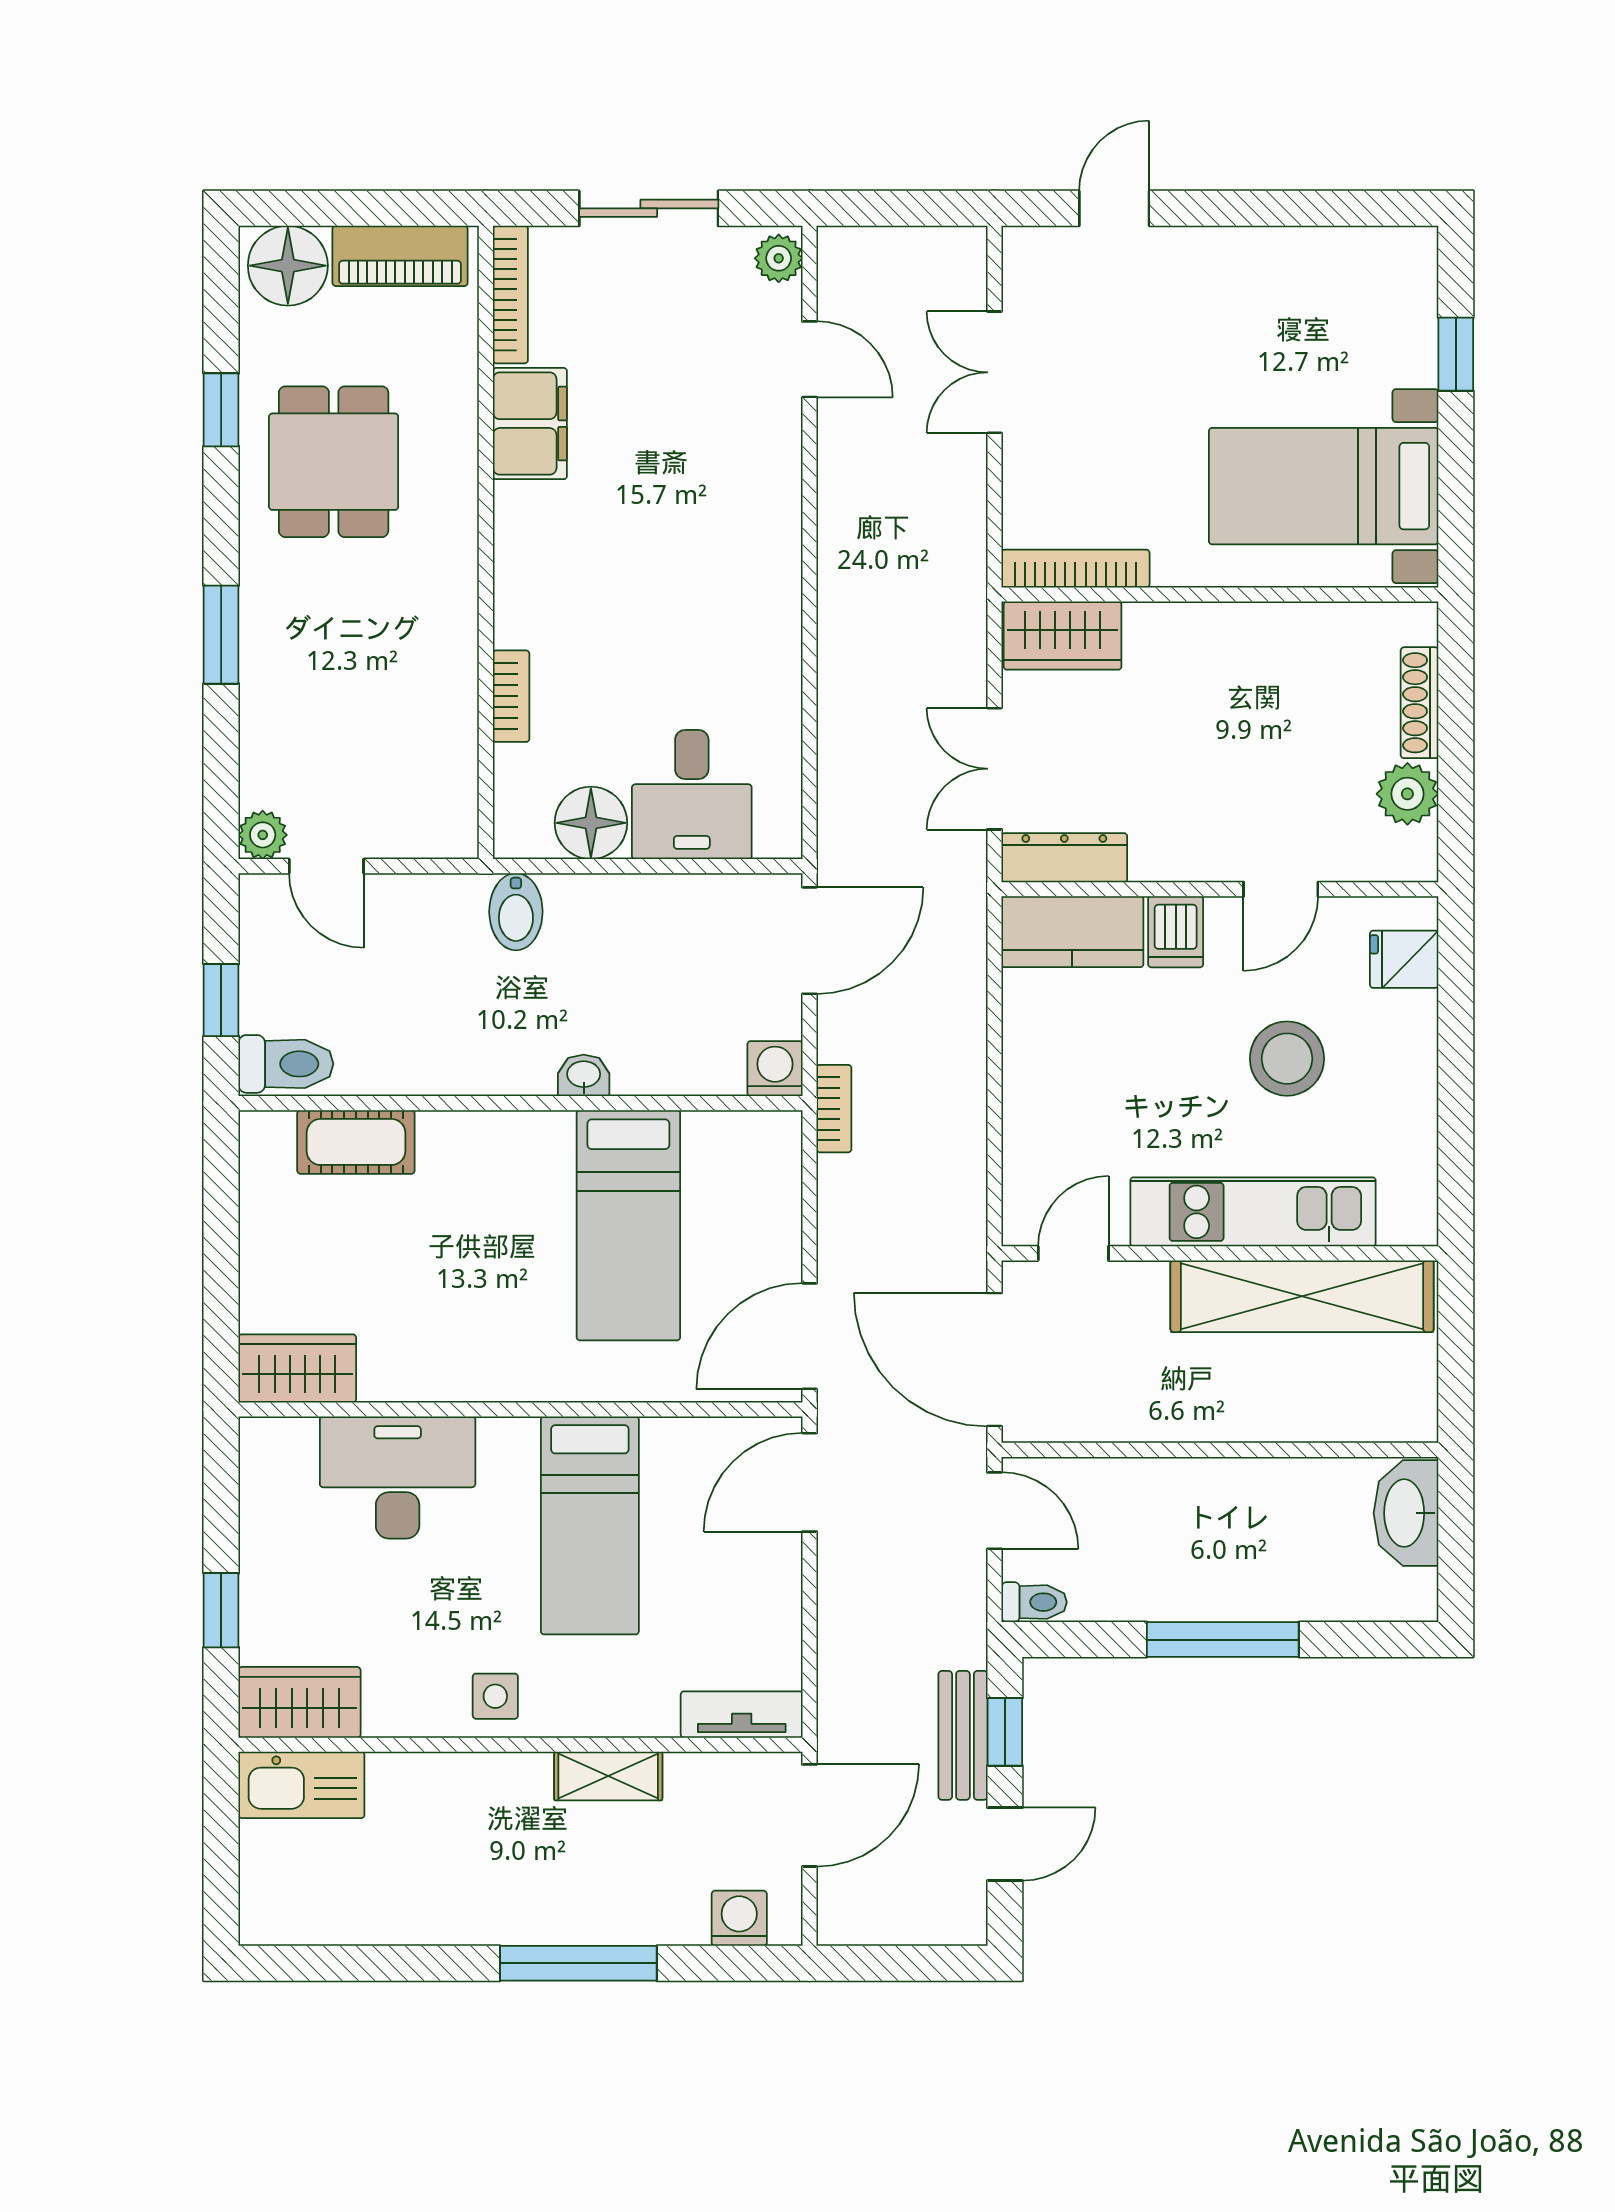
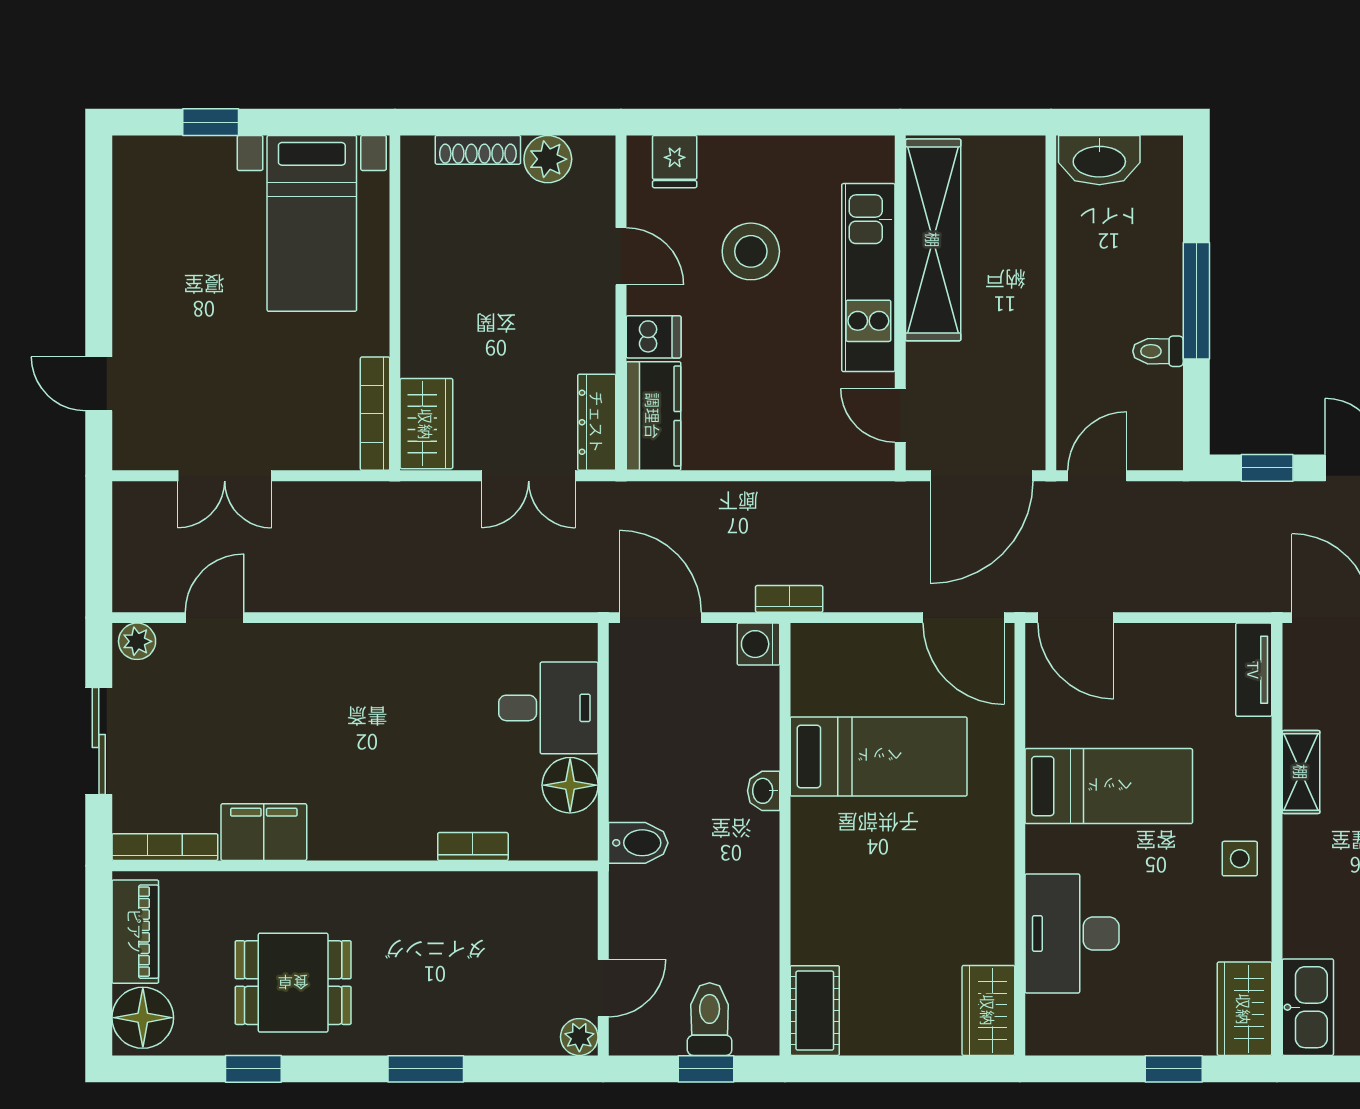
toilet: (286, 1064) -> (710, 1019), moved
cot: (356, 1142) -> (815, 1011), moved
toilet: (1034, 1602) -> (1158, 351), moved, turned -90
bench: (963, 1735) -> (1270, 500), removed

